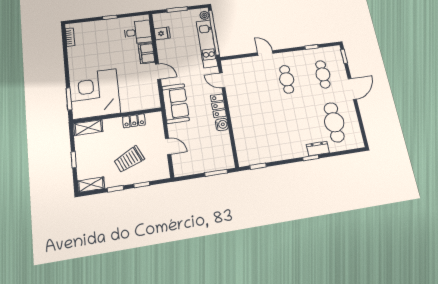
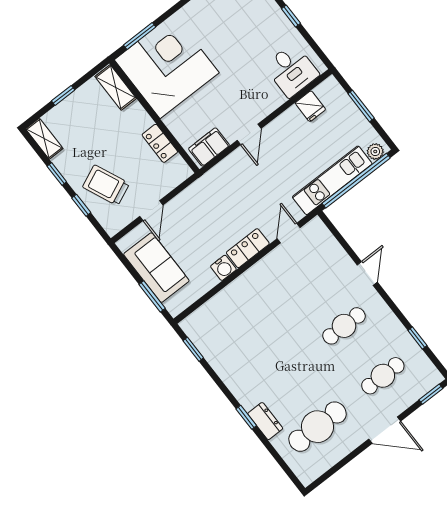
filing cabinet: (147, 53) -> (209, 147), moved
sofa: (176, 103) -> (156, 268), moved, turned -90
trolley: (129, 159) -> (106, 185), moved

